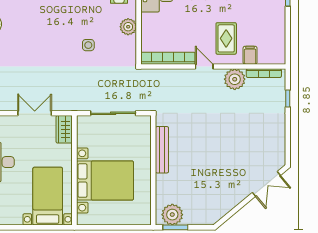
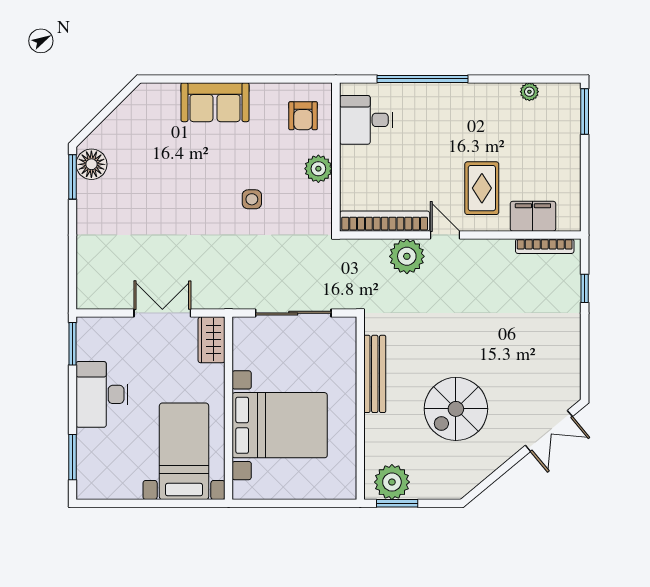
filing cabinet: (250, 55) -> (533, 216), width x2.00
plant: (235, 79) -> (407, 256), moved
spiral stairs: (211, 171) -> (456, 409), added

